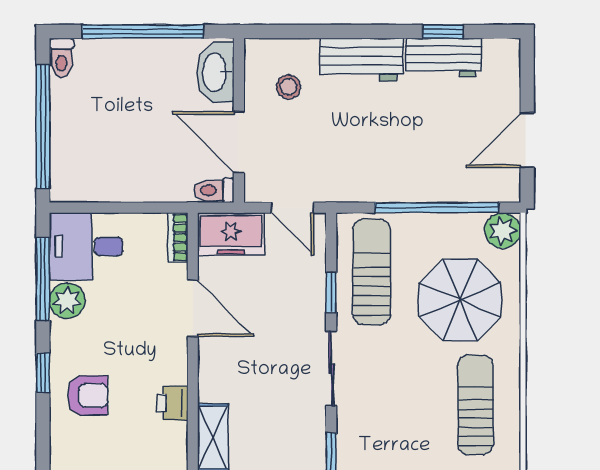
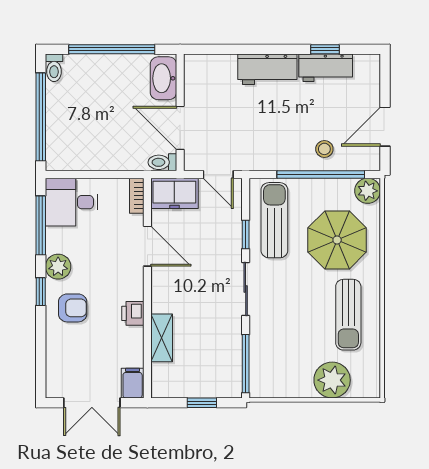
stool: (289, 87) -> (324, 149), moved
plant: (67, 301) -> (58, 267), moved
sun lounger: (476, 405) -> (348, 315), turned 180

